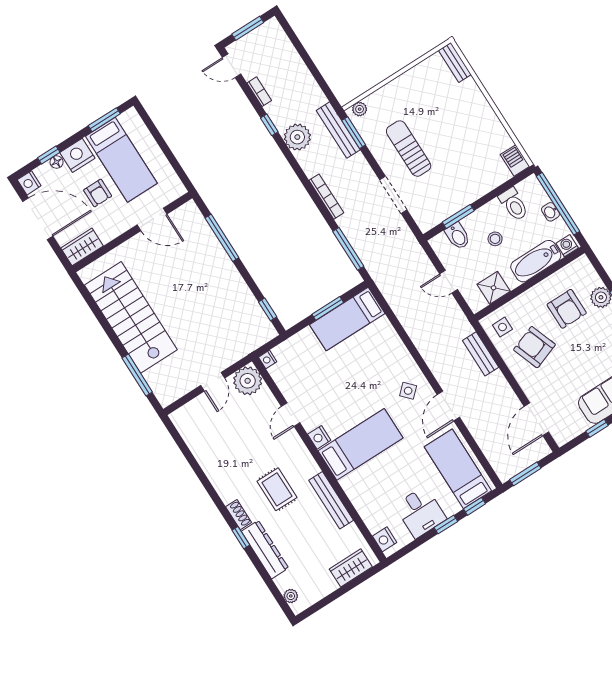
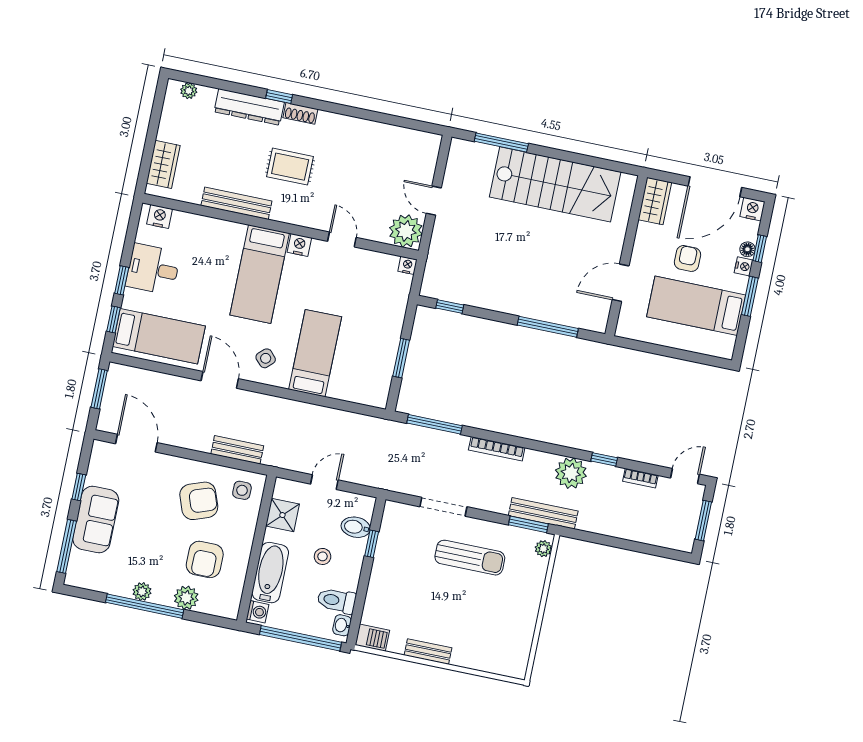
bench: (455, 62) -> (428, 651), moved
window: (104, 120) -> (750, 296), moved
nightstand: (77, 155) -> (744, 266), width x0.53, depth x0.56
armchair: (98, 193) -> (687, 258), turned 90
washbasin: (550, 212) -> (342, 625), moved, turned -90
window: (458, 216) -> (372, 544), width x0.67
armchair: (567, 309) -> (205, 559), turned -90
bed: (347, 319) -> (315, 353), moved

